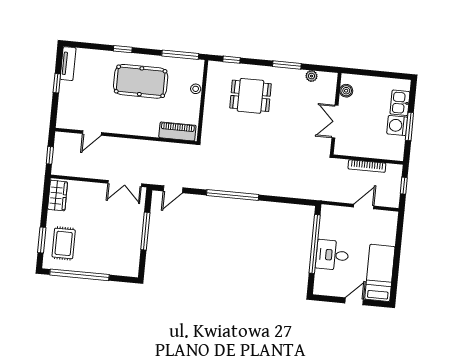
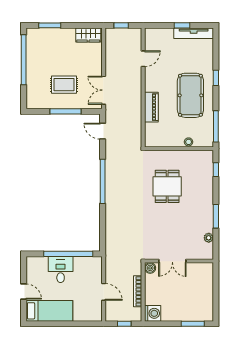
tv unit: (68, 64) -> (194, 33), width x1.41
boiler: (346, 91) -> (150, 268), moved
dining table: (250, 96) -> (167, 186), moved
kitchen sink: (400, 103) -> (193, 314), removed
double door: (335, 122) -> (172, 261), swing flipped
washing machine: (397, 125) -> (153, 313), moved, turned 90
window: (409, 127) -> (193, 324), moved
piano: (177, 131) -> (151, 107), moved
door: (92, 133) -> (143, 59), swing flipped
rug: (64, 243) -> (64, 85), moved

